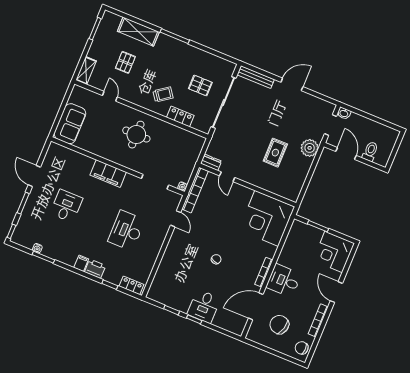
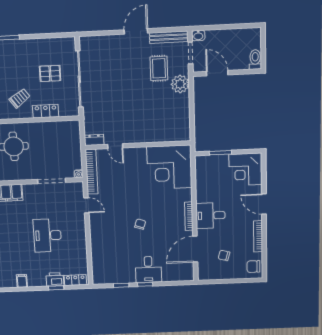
bench: (256, 77) -> (169, 37), moved
toilet: (370, 151) -> (255, 60), moved
rug: (275, 153) -> (159, 68), moved
printer: (95, 269) -> (55, 279), moved
chair: (279, 325) -> (224, 255), width x0.54, depth x0.54

